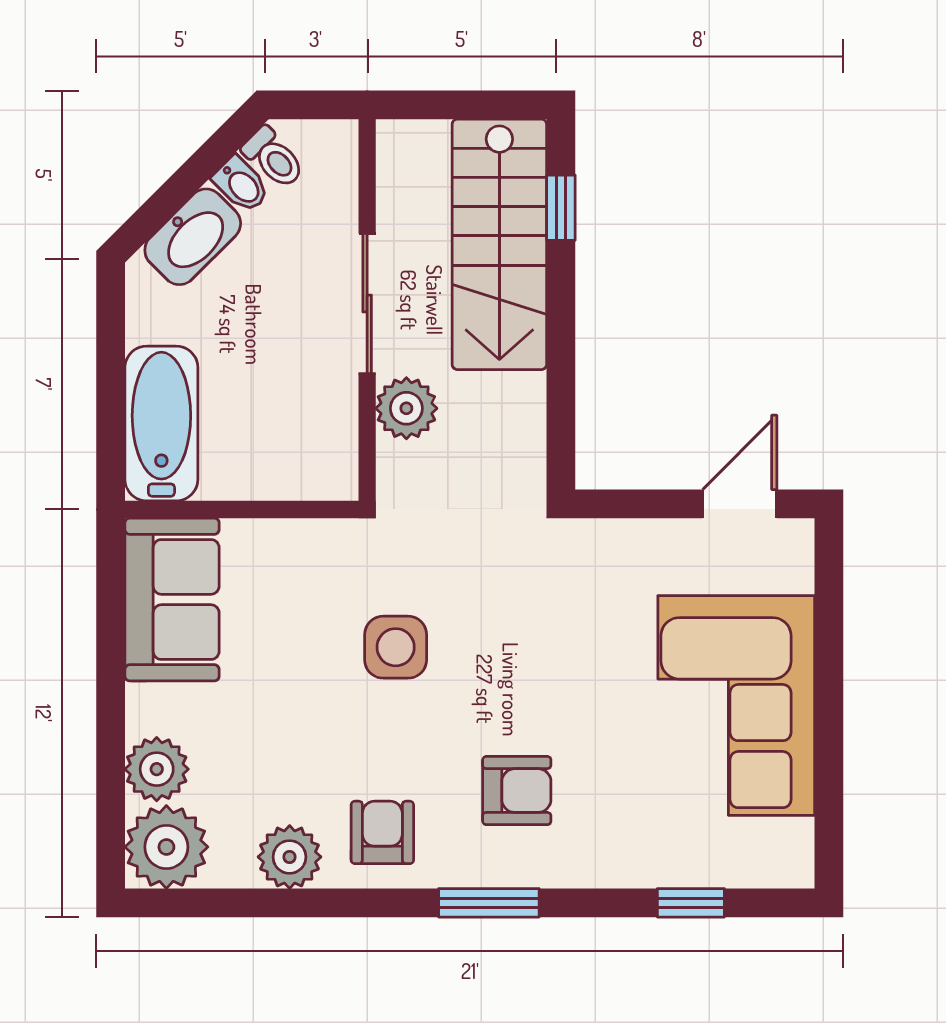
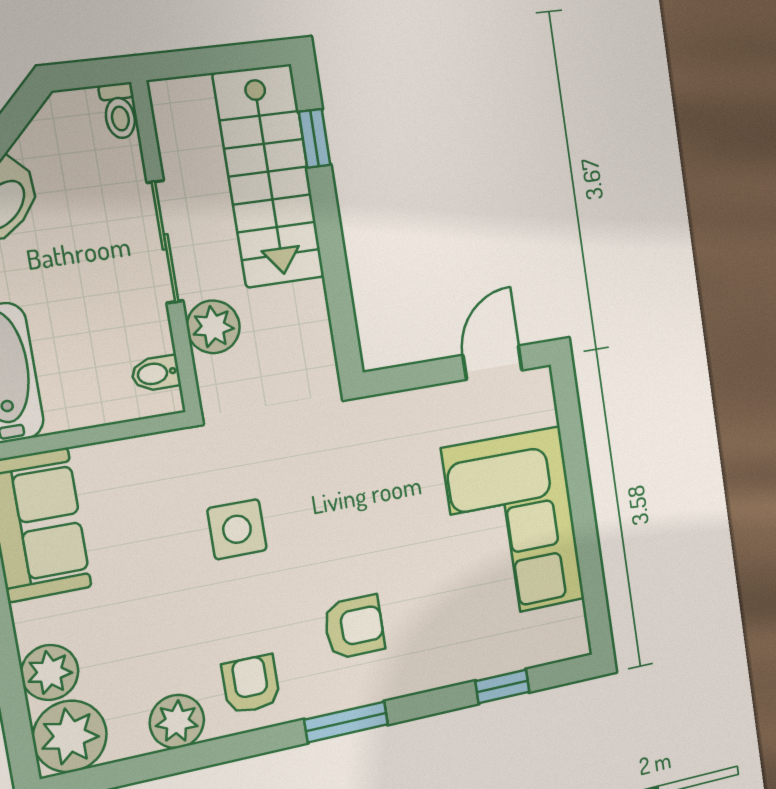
toilet: (273, 158) -> (119, 111), moved, turned 45
bidet: (241, 184) -> (156, 373), moved, turned 135

